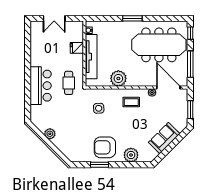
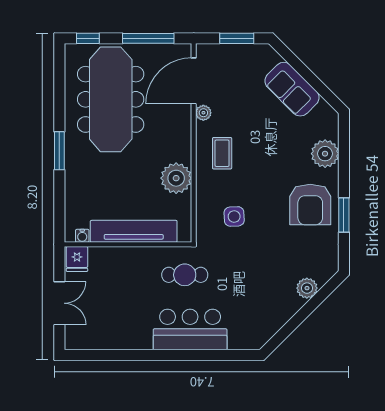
fridge: (77, 48) -> (77, 259), moved
plant: (50, 134) -> (307, 288), moved

